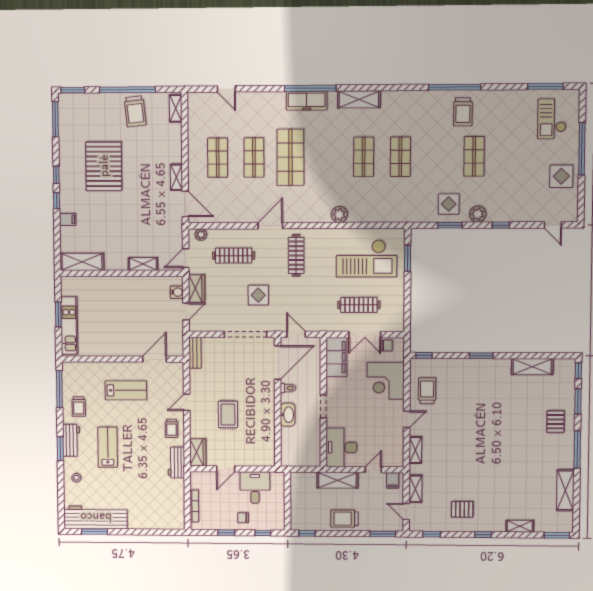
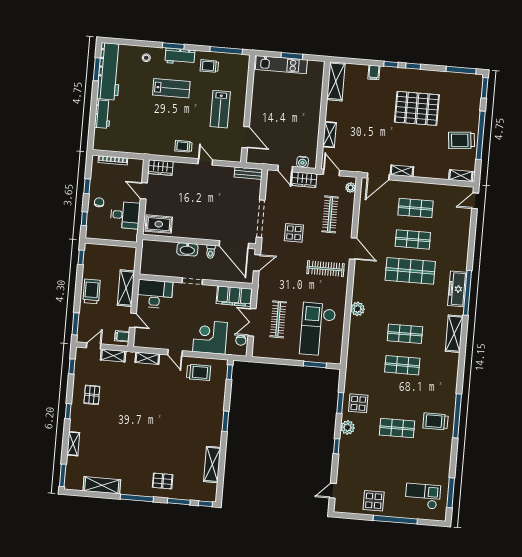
door: (226, 89) -> (475, 201), moved
rug: (228, 415) -> (159, 224), moved
workbench: (176, 462) -> (103, 114), moved, turned 90

